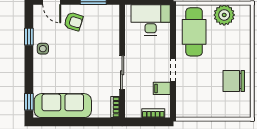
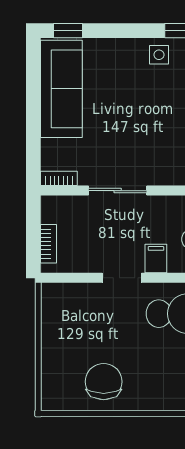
filing cabinet: (162, 88) -> (156, 259), moved

